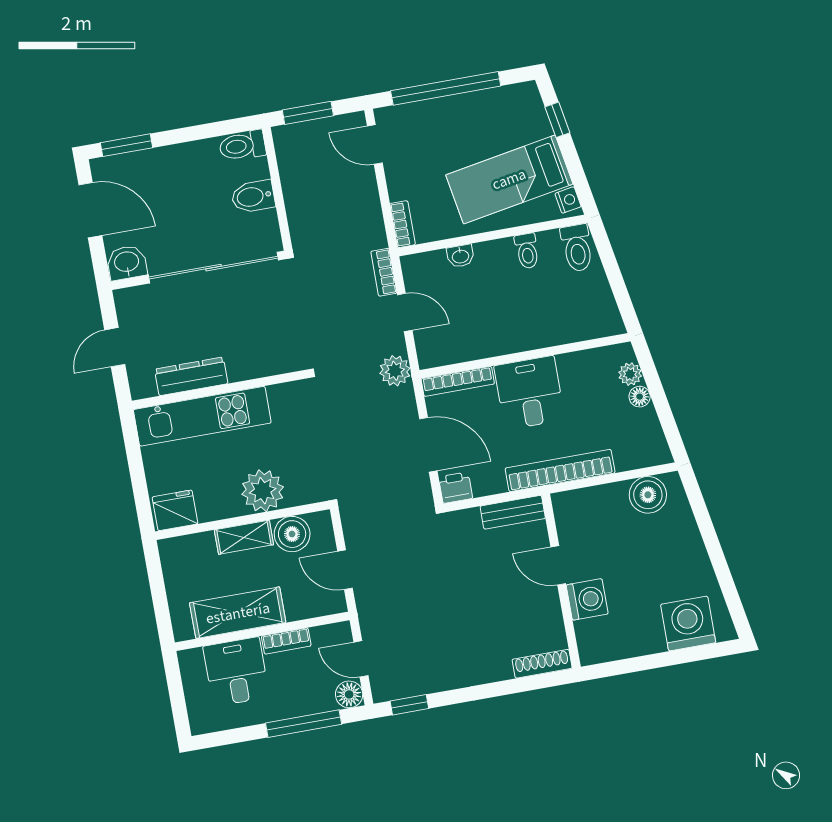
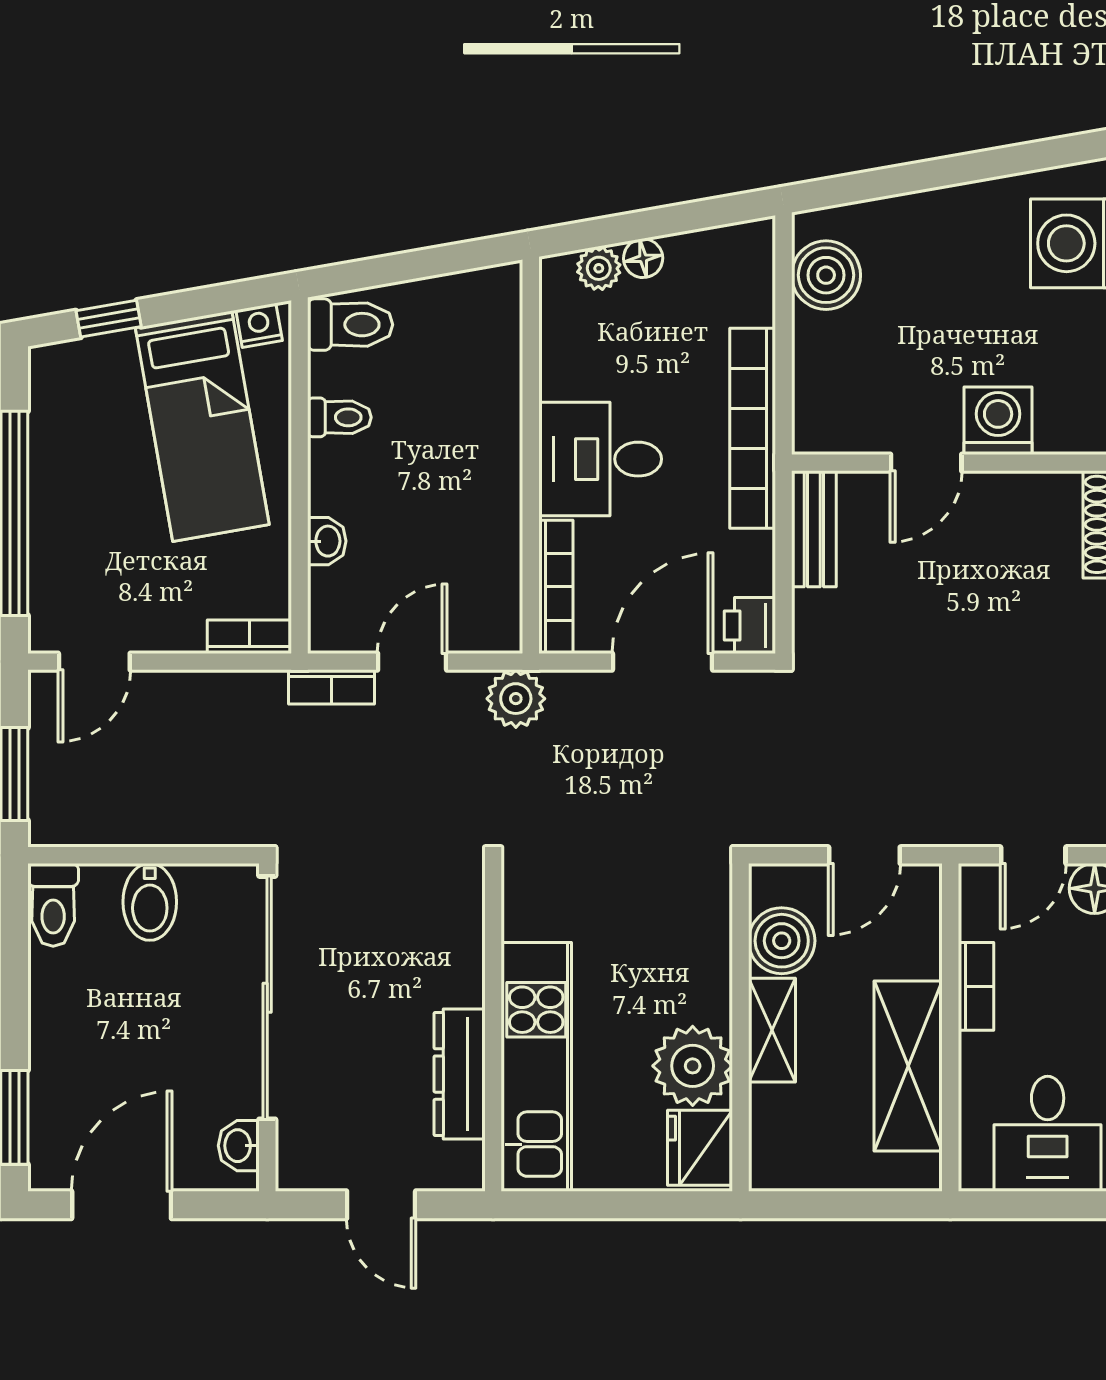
washbasin: (127, 263) -> (239, 1146), width x0.72, depth x0.69
plant: (263, 491) -> (693, 1066), moved
desk: (236, 672) -> (1048, 1134), moved, turned -90

